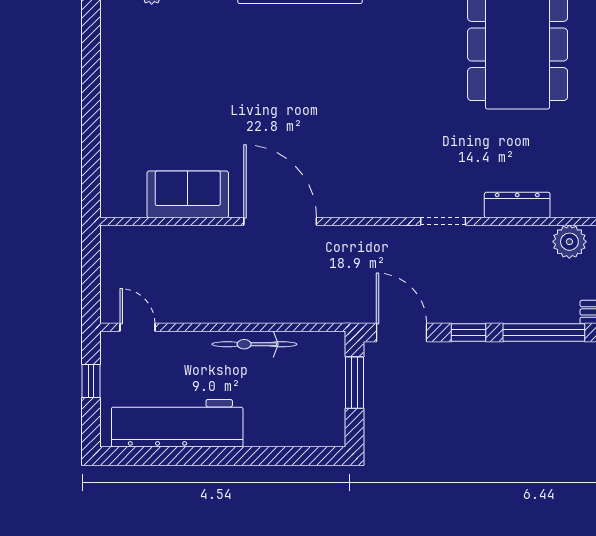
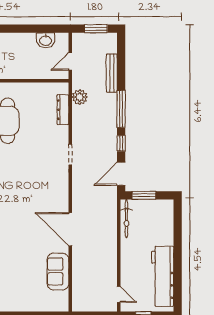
dresser: (517, 205) -> (63, 110), moved
door: (280, 221) -> (70, 229), hinge flipped
door: (138, 327) -> (119, 294), swing flipped
bicycle: (254, 344) -> (126, 219), moved

